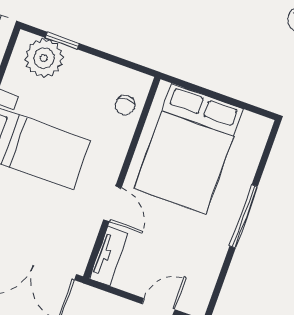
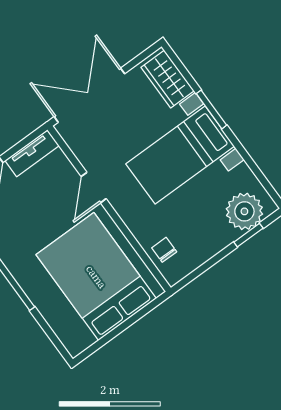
door: (112, 204) -> (94, 188), hinge flipped
tv unit: (109, 256) -> (32, 153), moved, turned -90

